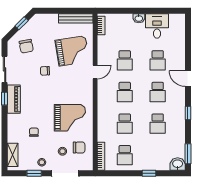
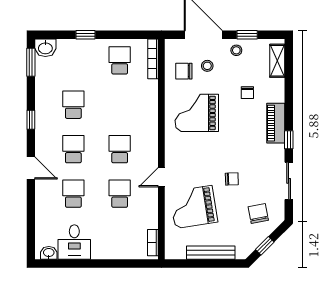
bench: (76, 18) -> (211, 253), moved
washbasin: (139, 18) -> (49, 253), moved
piano: (14, 99) -> (276, 123), moved
school desk: (125, 124) -> (120, 105), removed

